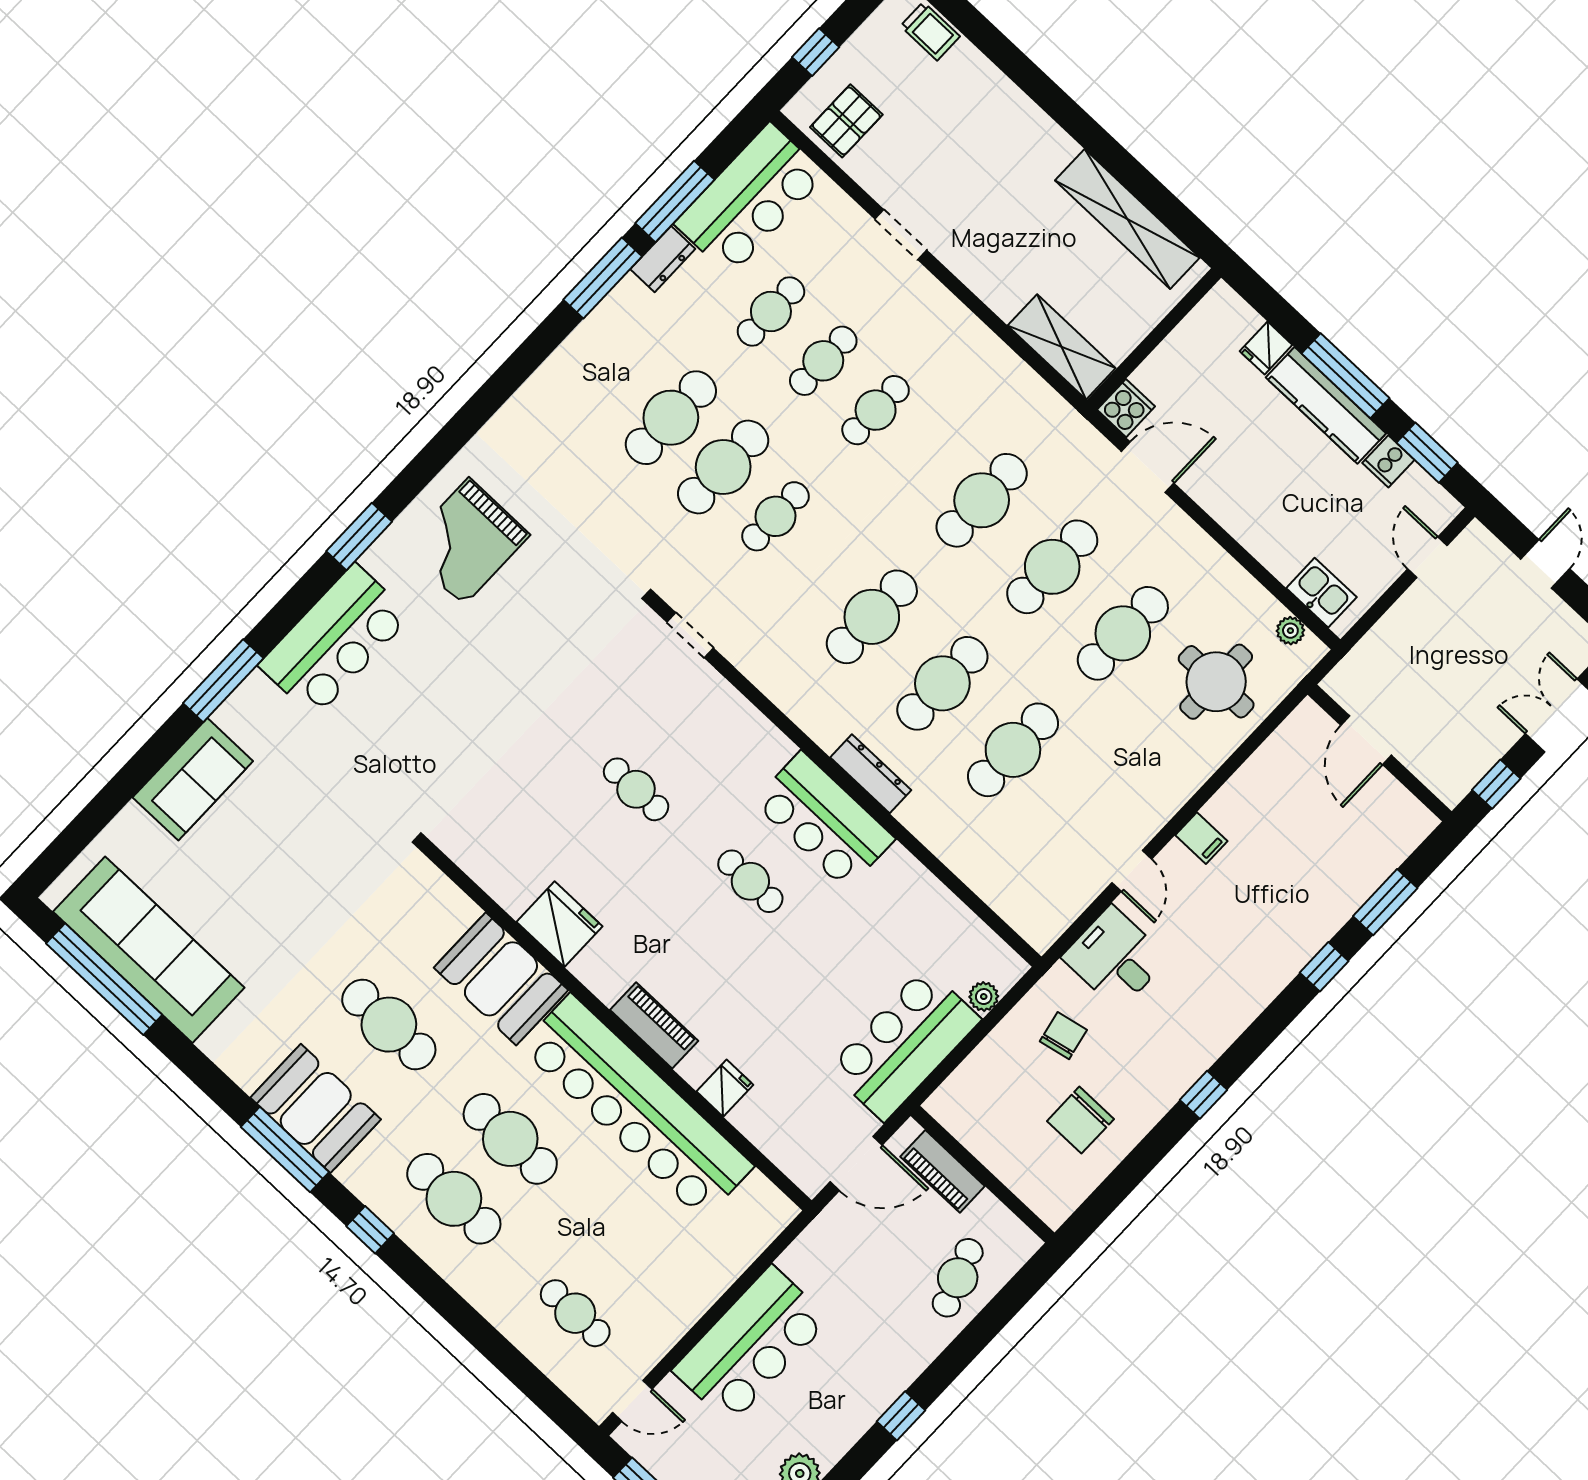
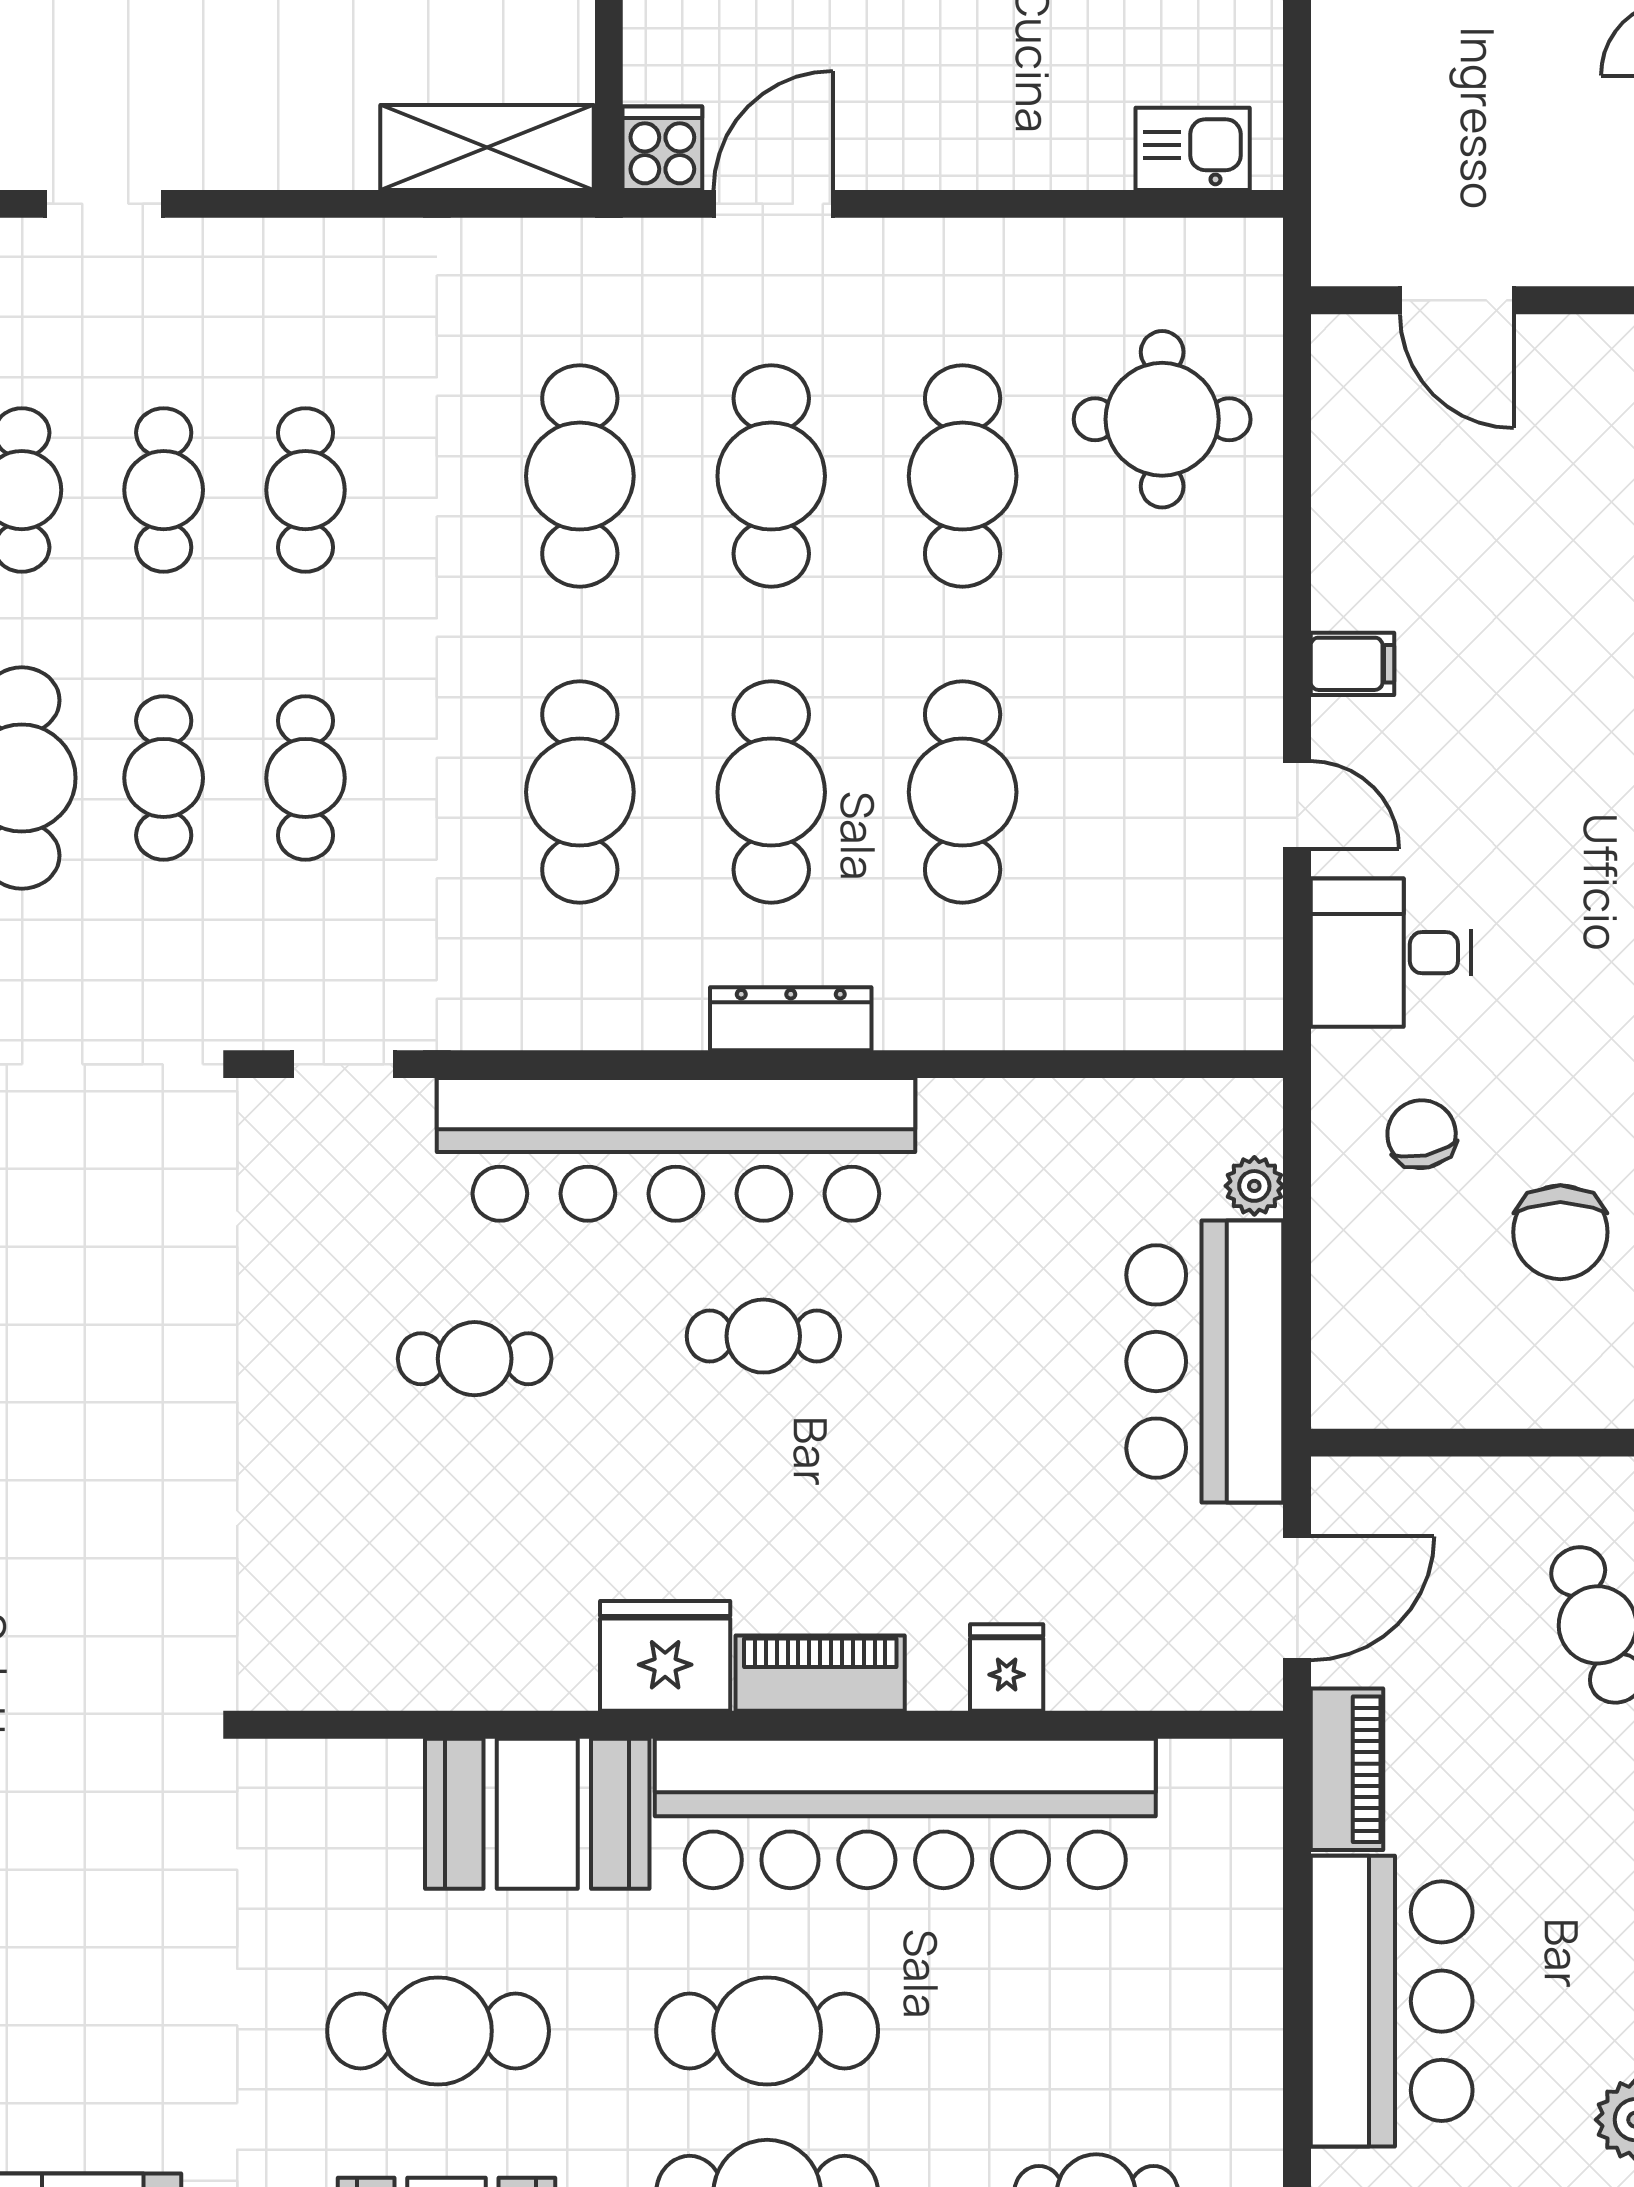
cafe table: (723, 467) -> (164, 778), width x0.73, depth x0.74
plant: (1290, 631) -> (1200, 245), removed
bar counter: (824, 820) -> (676, 1149), width x1.86
fridge: (560, 924) -> (665, 1656), moved
piano: (943, 1171) -> (1347, 1769), moved, turned -90

